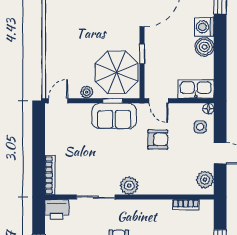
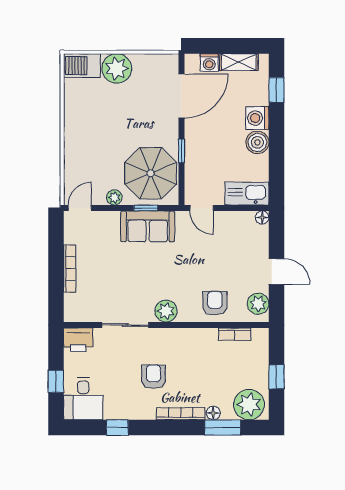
side table: (200, 127) -> (252, 240), removed
armchair: (158, 139) -> (215, 303), moved, turned -90
bookcase: (50, 175) -> (70, 268), moved

